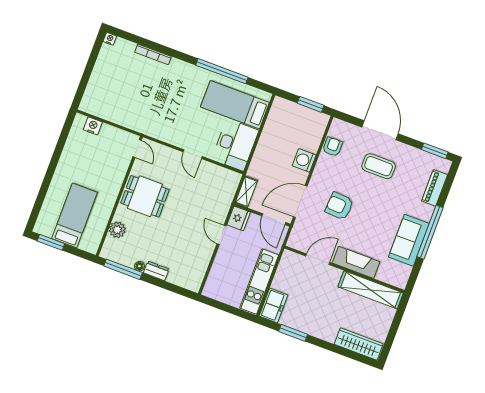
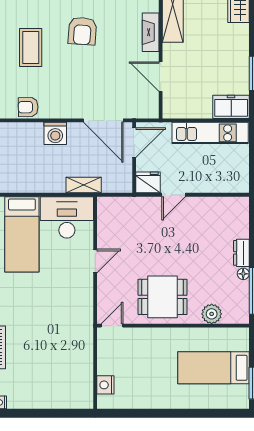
shelving: (246, 192) -> (84, 185), moved
dining table: (145, 196) -> (162, 297), turned 90
armchair: (339, 206) -> (82, 31), moved
fireplace: (356, 262) -> (151, 32), width x0.73, depth x0.76

